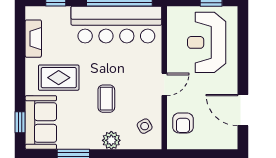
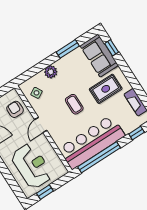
coffee table: (106, 99) -> (74, 104), moved

